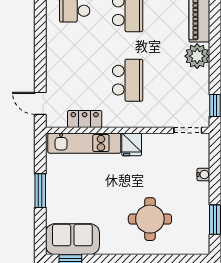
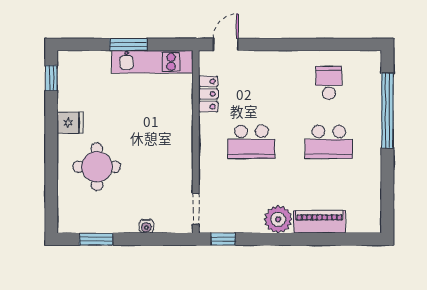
kitchen unit: (84, 143) -> (152, 62), moved, turned -90
fridge: (132, 144) -> (70, 123), moved, turned 180
sofa: (72, 239) -> (74, 80), removed

